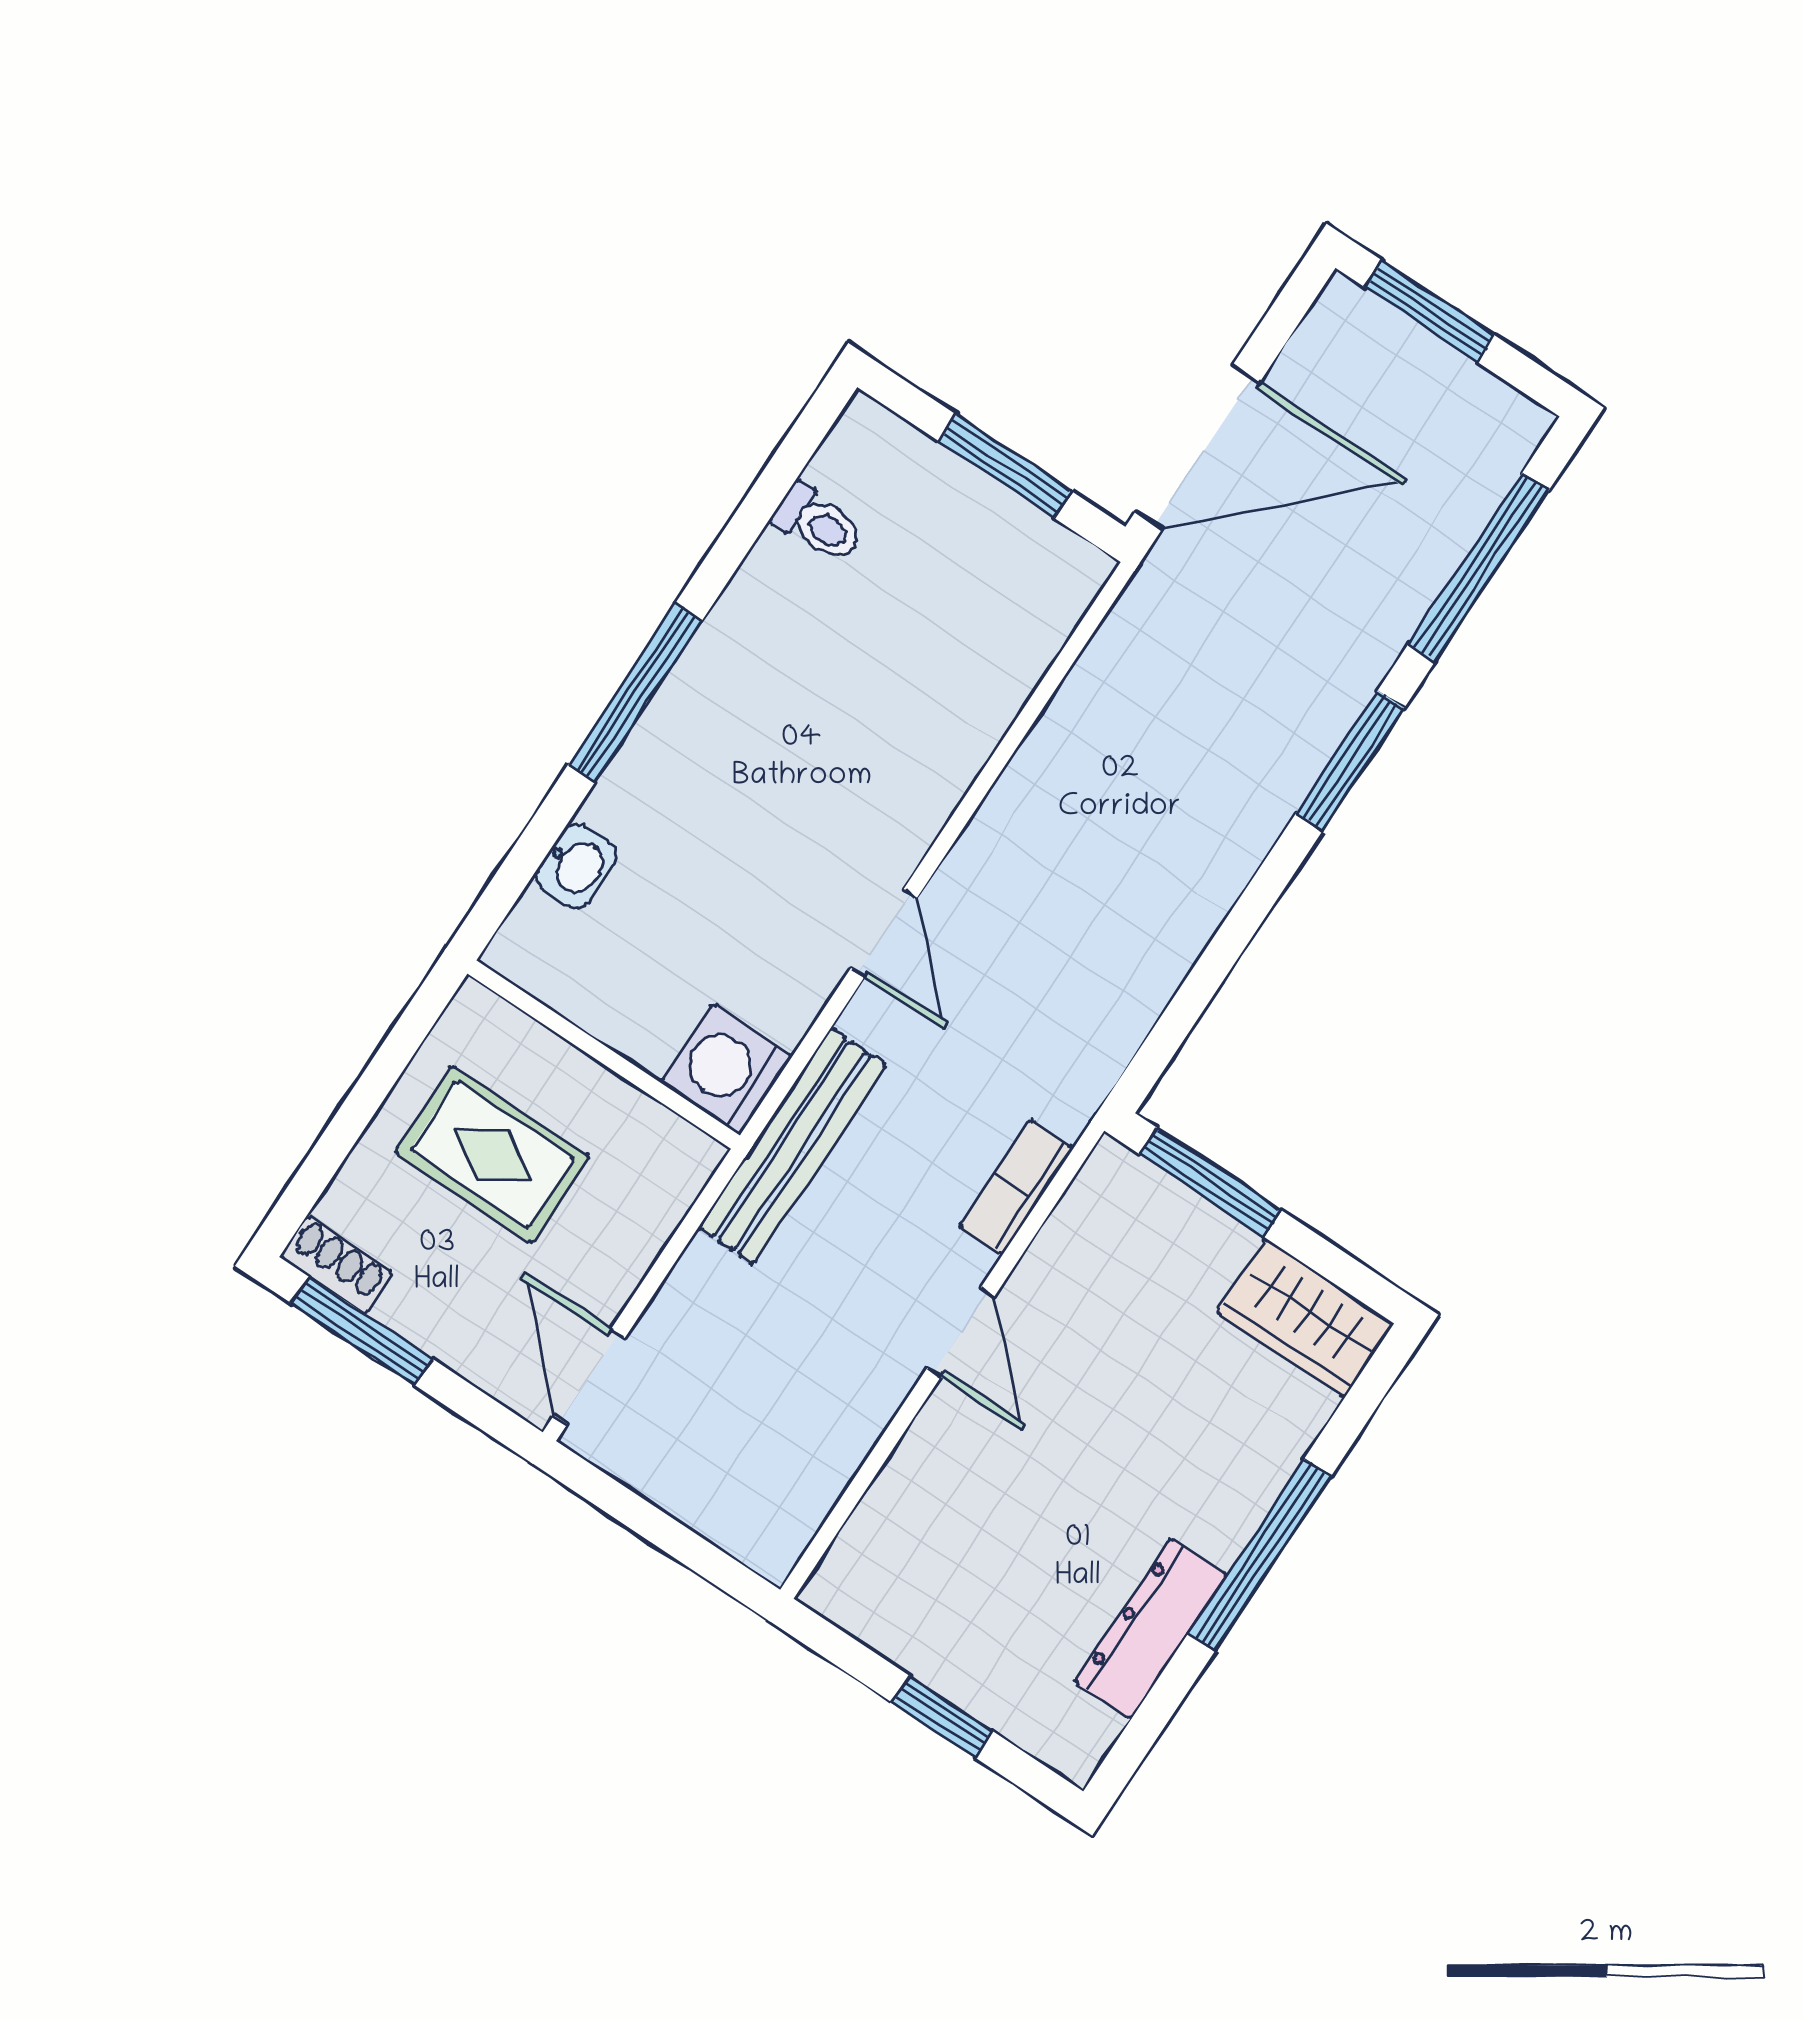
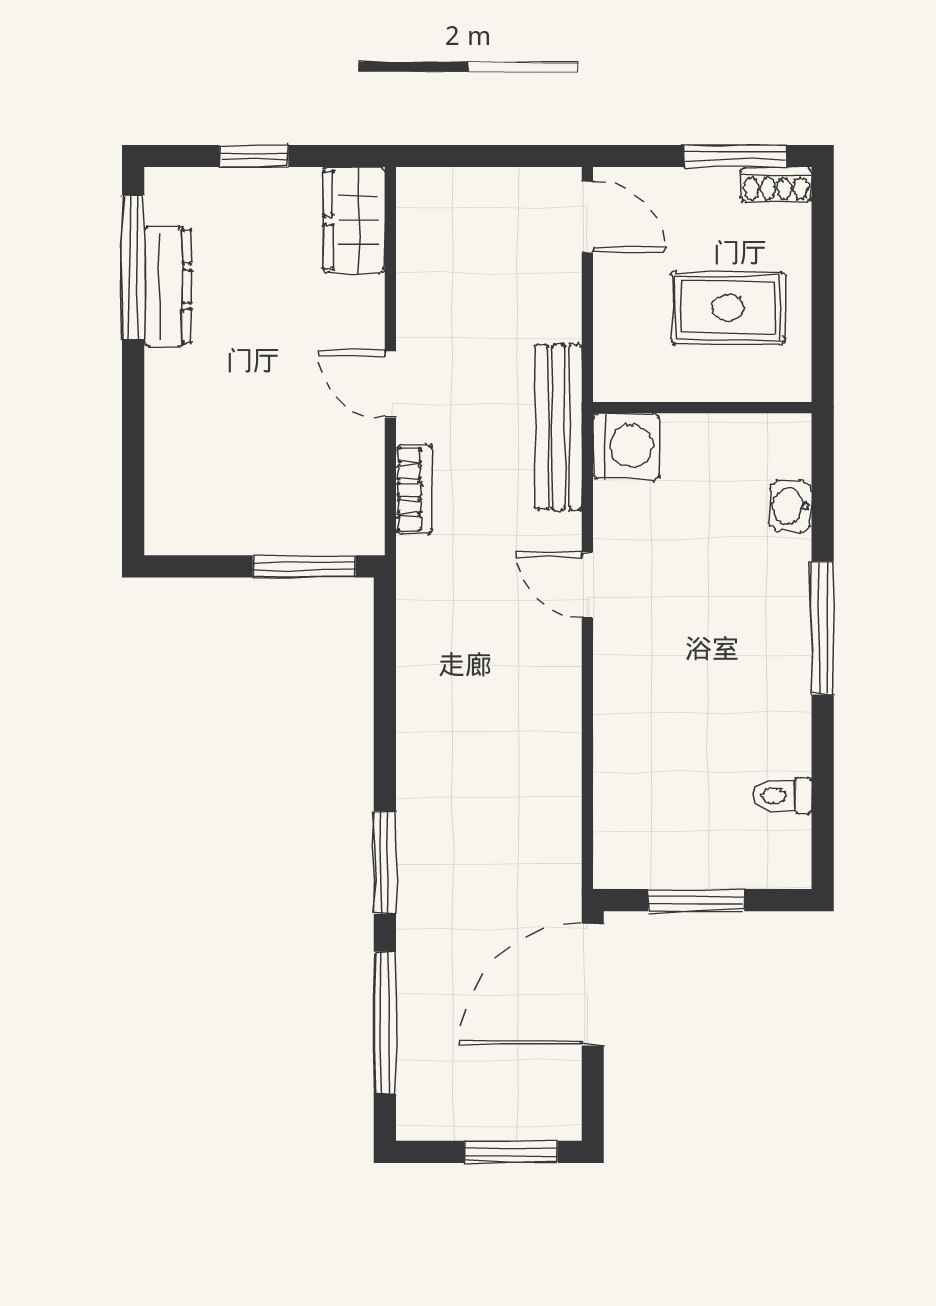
wardrobe: (1305, 1318) -> (354, 220), moved, turned -90
window: (1259, 1555) -> (133, 268), moved

